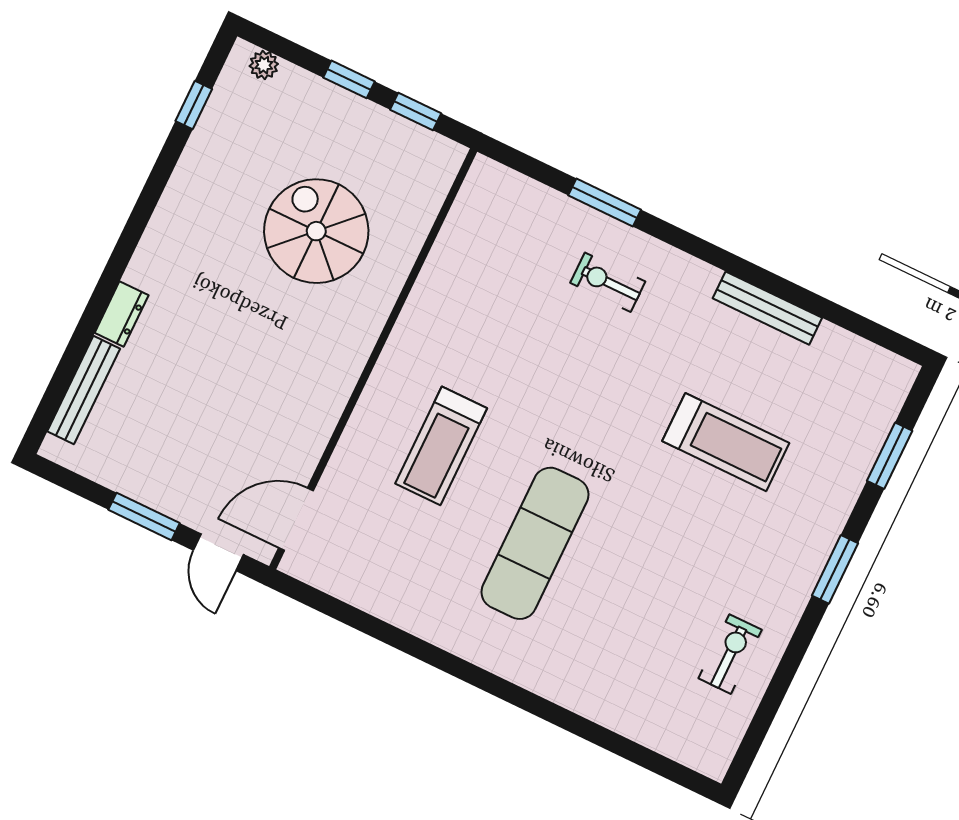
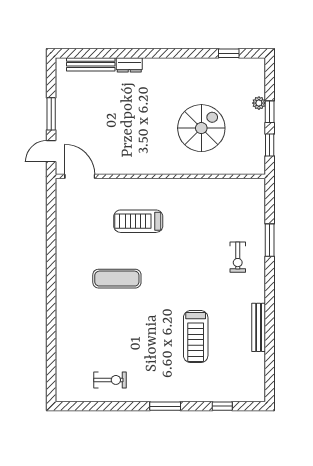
plant: (264, 65) -> (259, 103), moved
exercise bike: (608, 282) -> (238, 257), turned 180
window: (890, 456) -> (222, 406), width x0.67
exercise mat: (535, 543) -> (117, 279), width x0.73, depth x0.69

